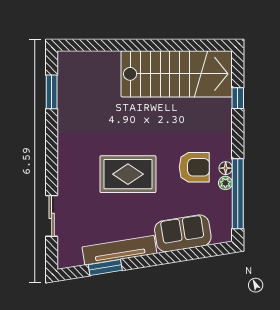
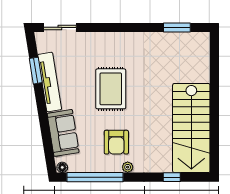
floor lamp: (226, 168) -> (62, 167), moved
plant: (225, 183) -> (128, 167), moved
sliding door: (52, 216) -> (60, 27), moved

